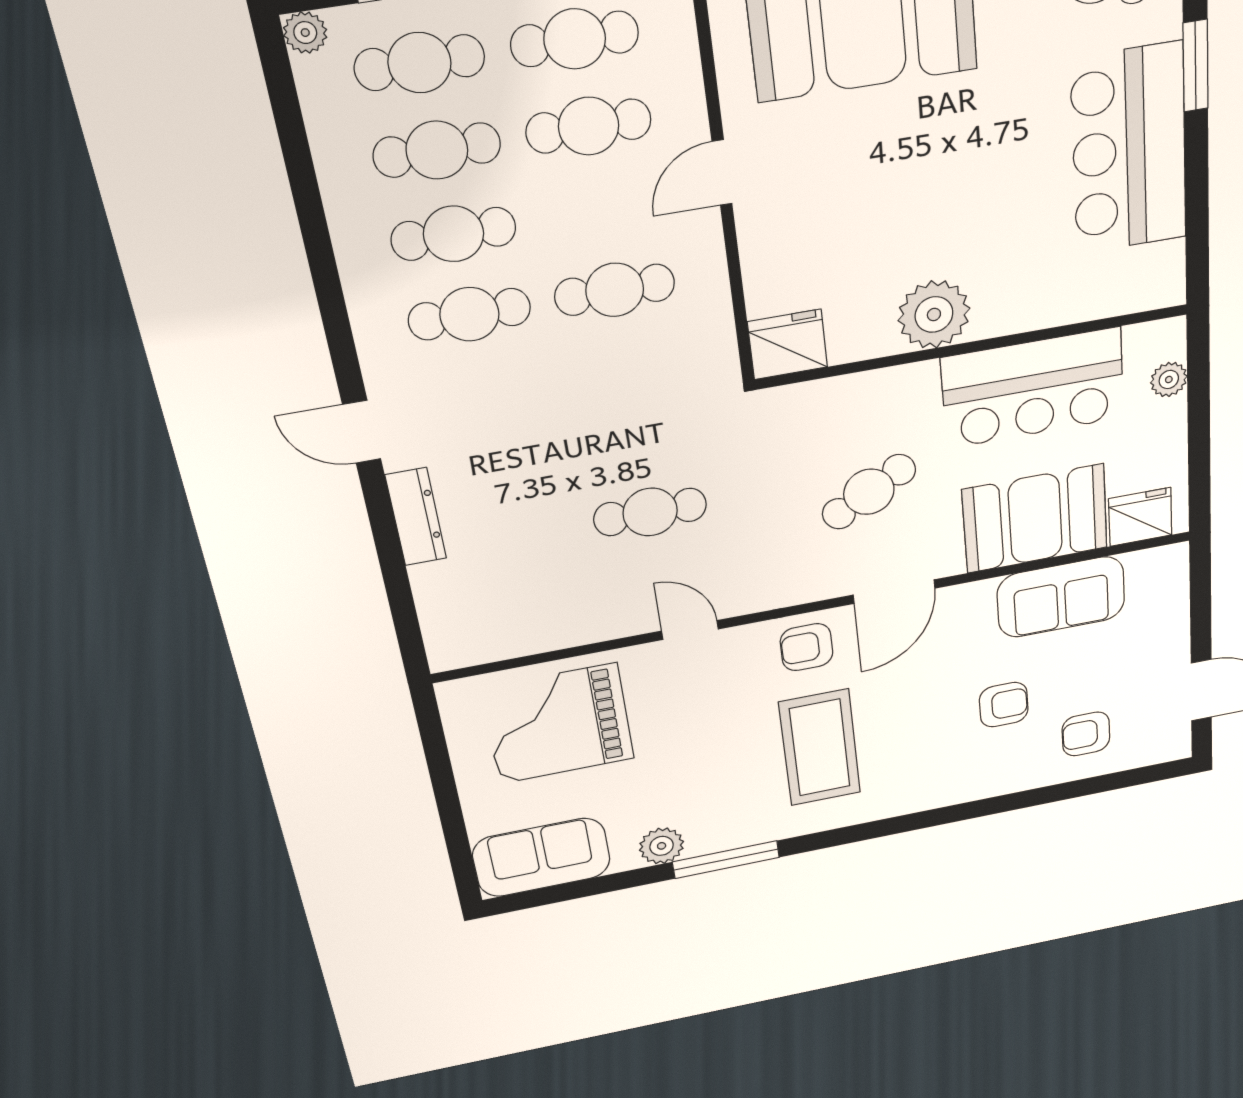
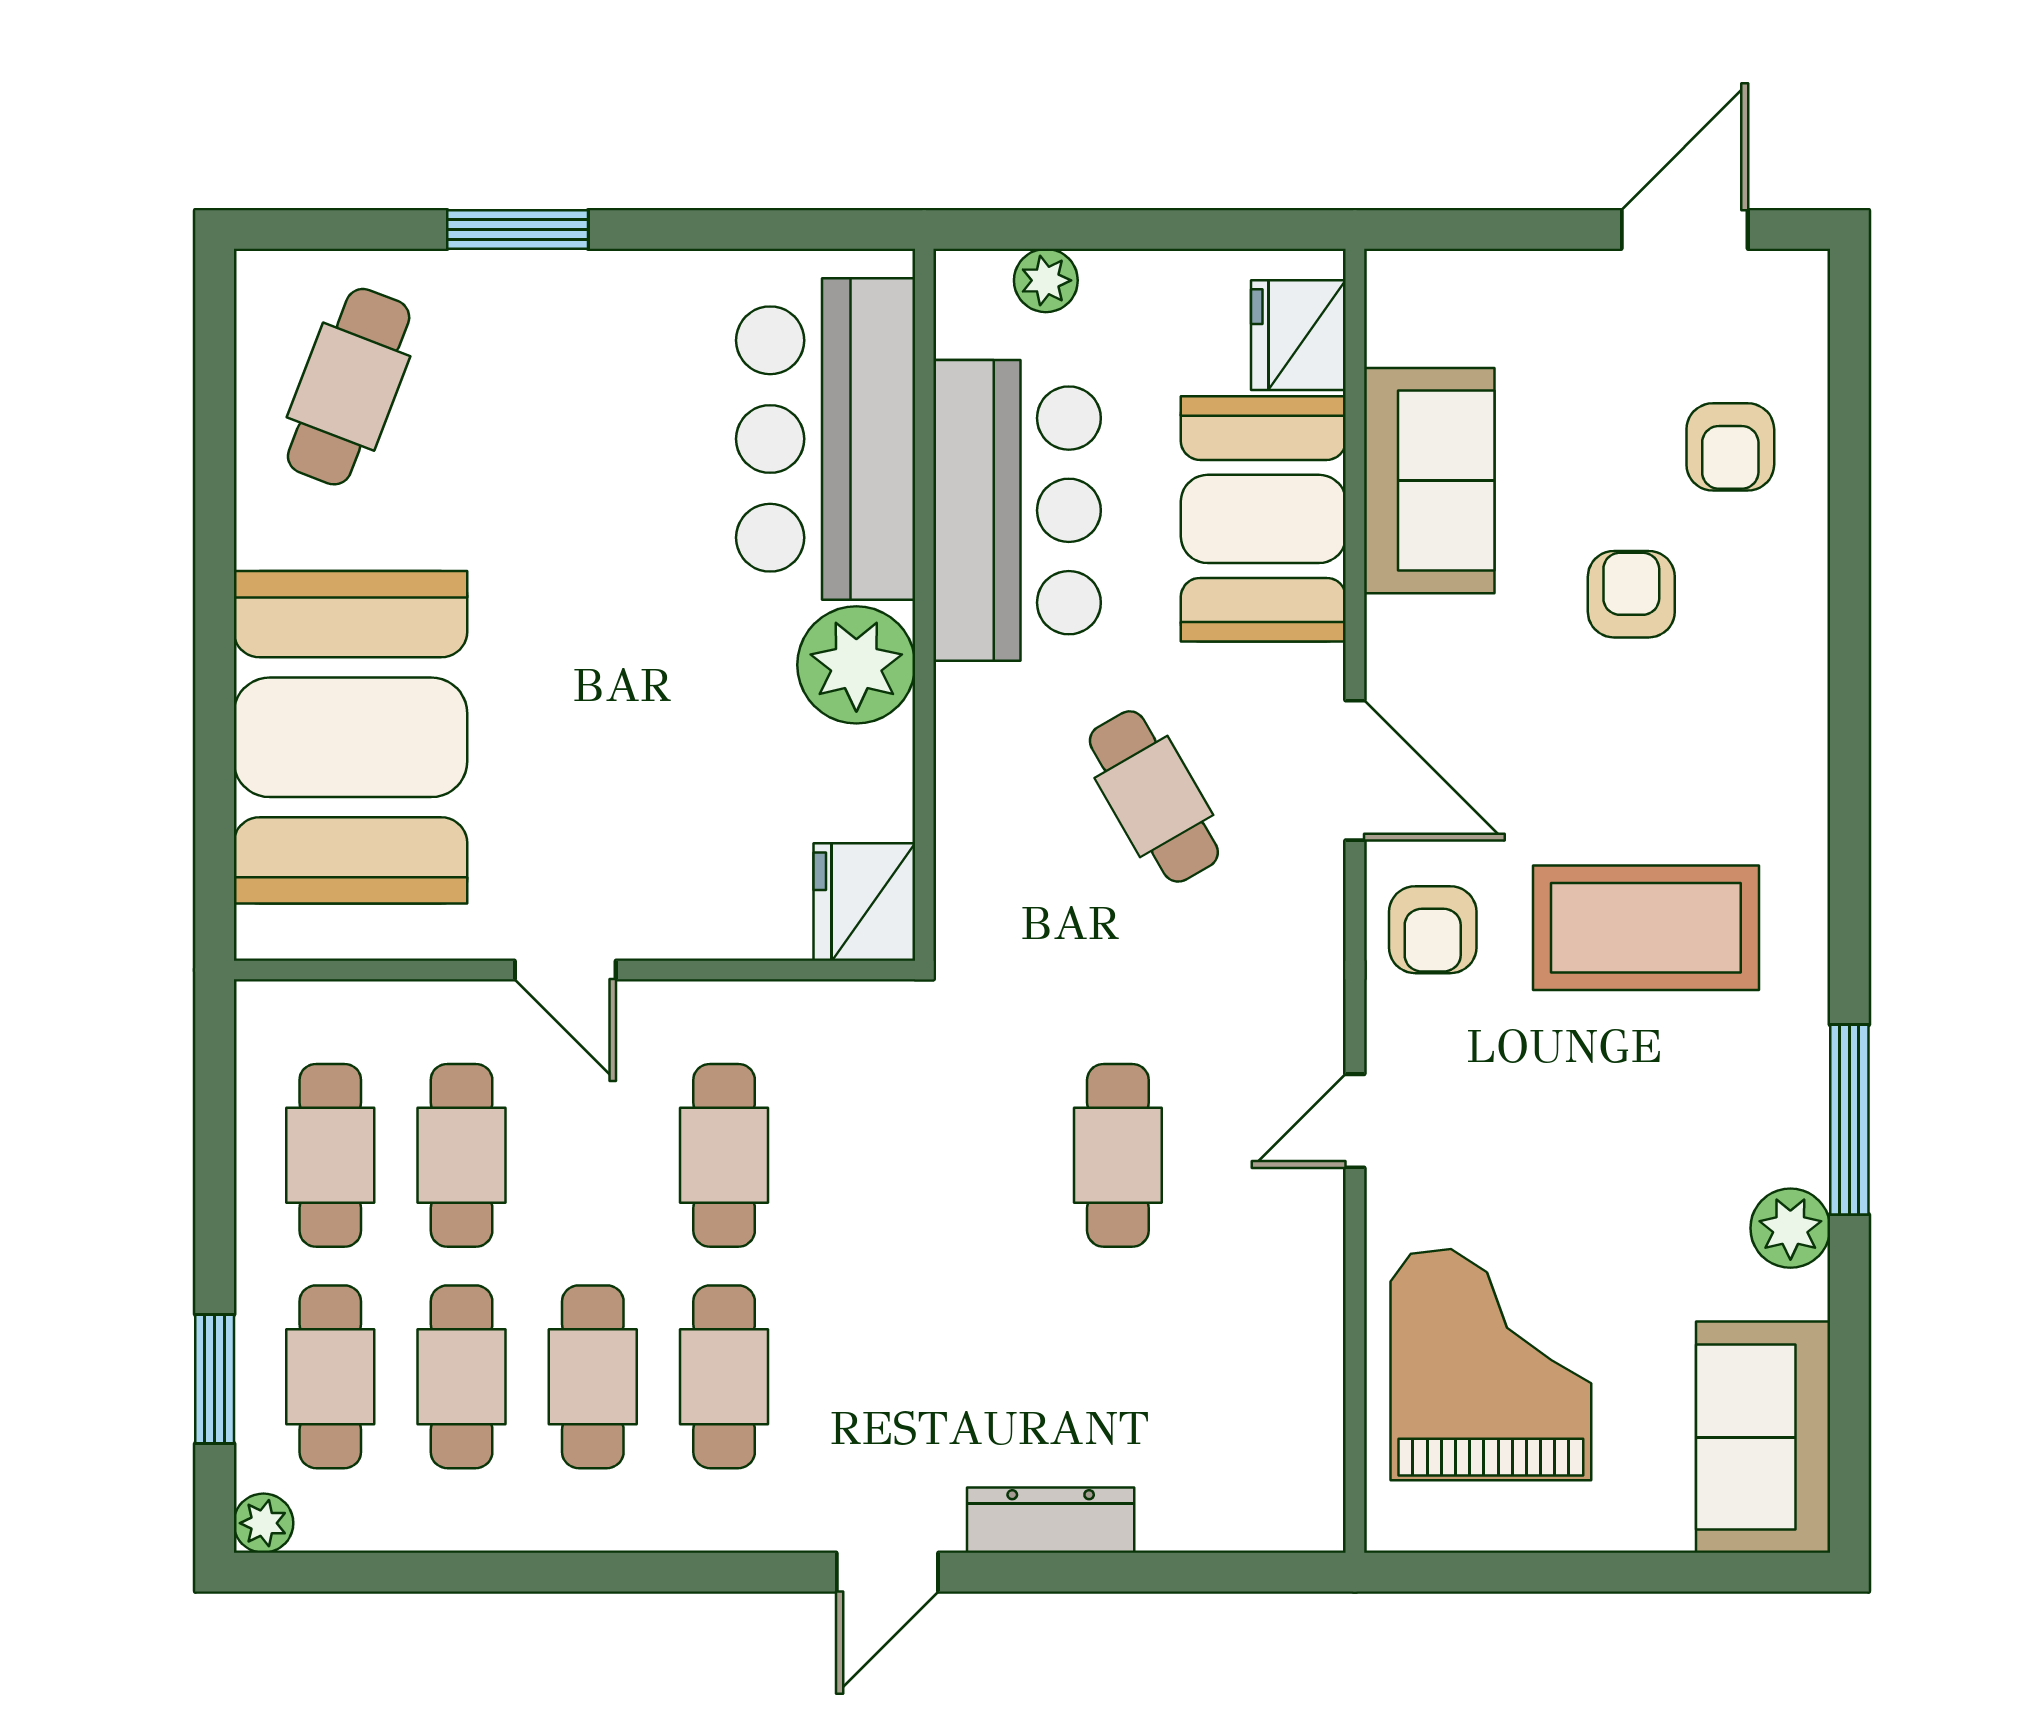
bar counter: (1129, 149) -> (826, 439), moved, turned 90
grand piano: (558, 724) -> (1491, 1365), turned 180

